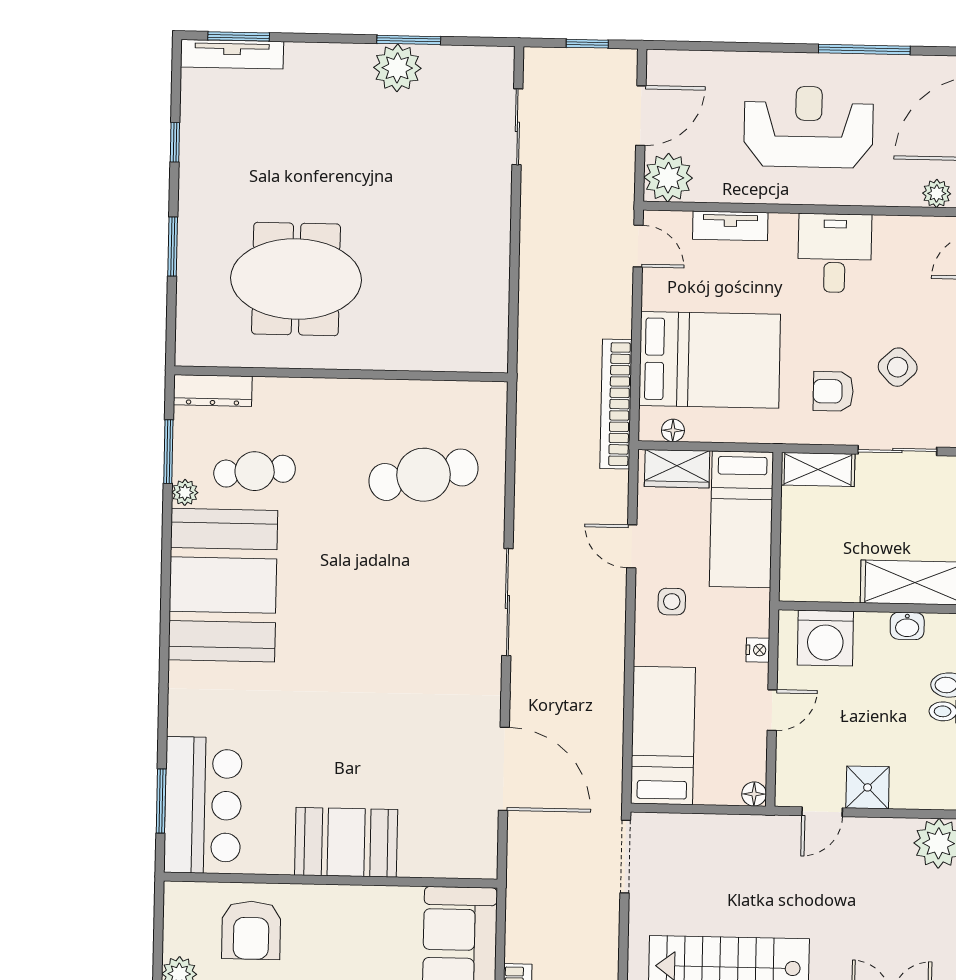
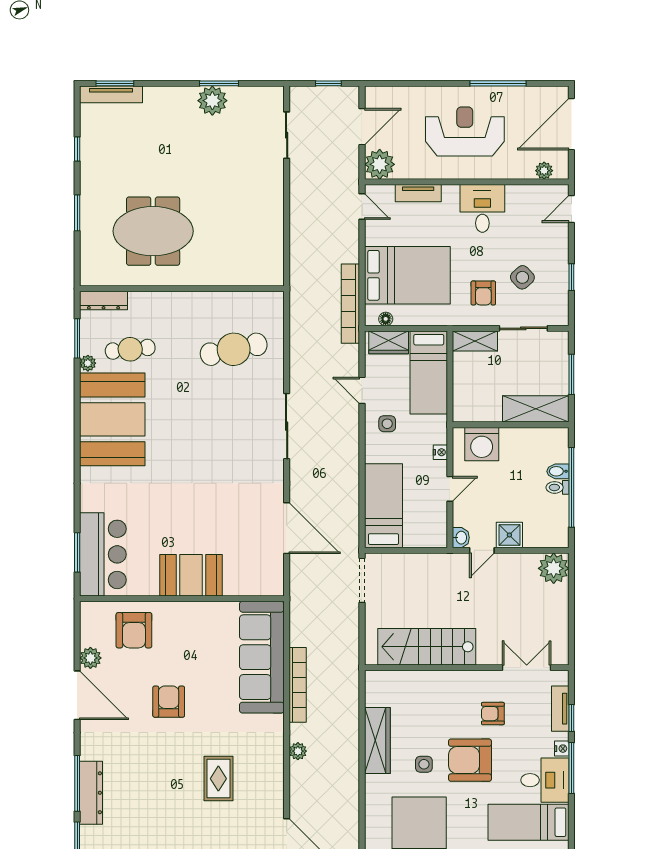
armchair: (833, 391) -> (483, 293), turned -90
washbasin: (907, 626) -> (461, 538), moved, turned -90
floor lamp: (754, 794) -> (440, 540), removed

